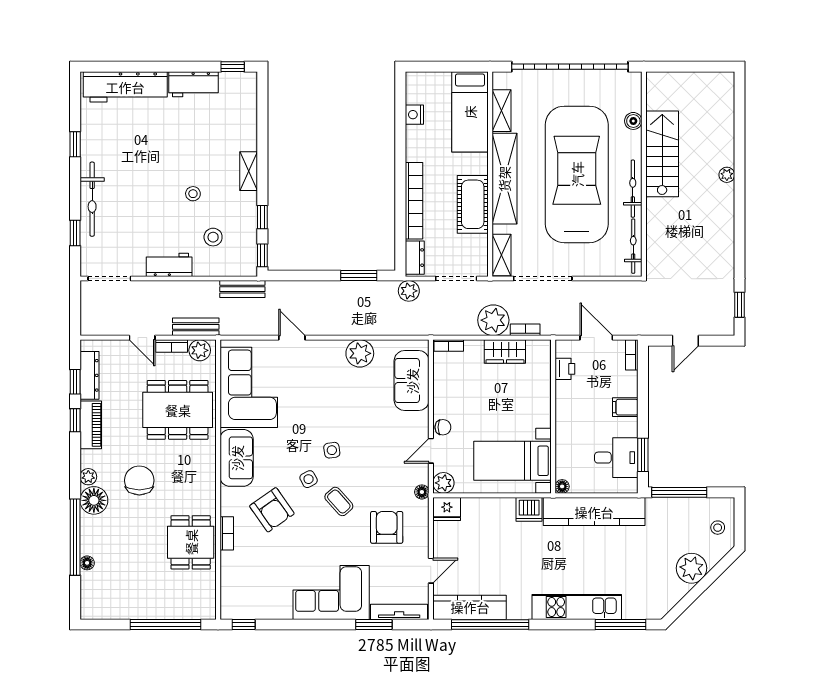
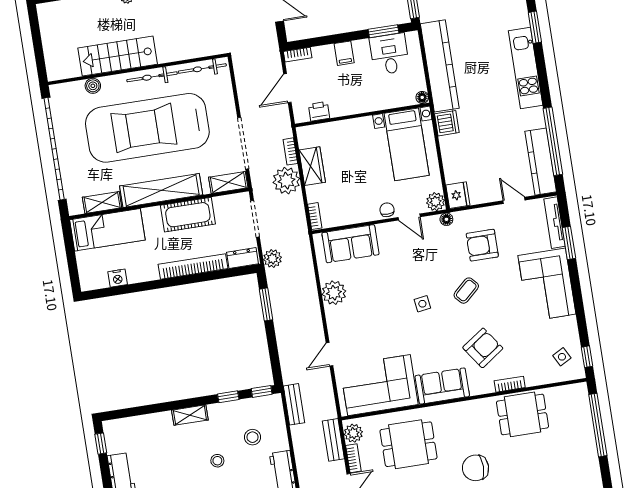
dining table: (178, 410) -> (409, 444), width x0.73
side table: (309, 479) -> (562, 357), moved
window: (621, 625) -> (535, 27), width x0.69

